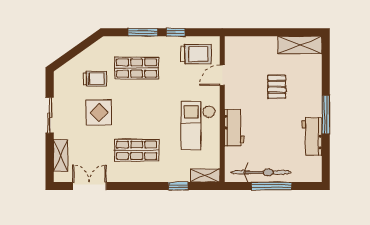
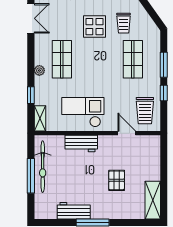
pallet: (277, 87) -> (117, 180), turned 90
plant: (150, 176) -> (39, 70), added

